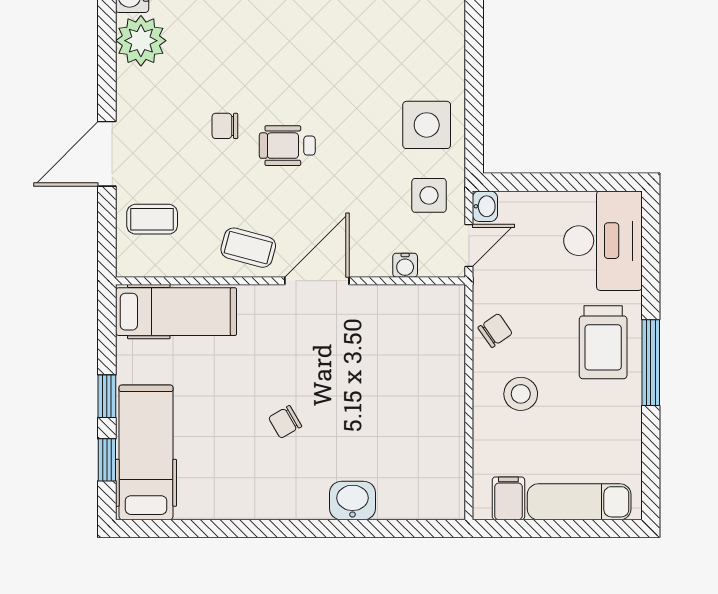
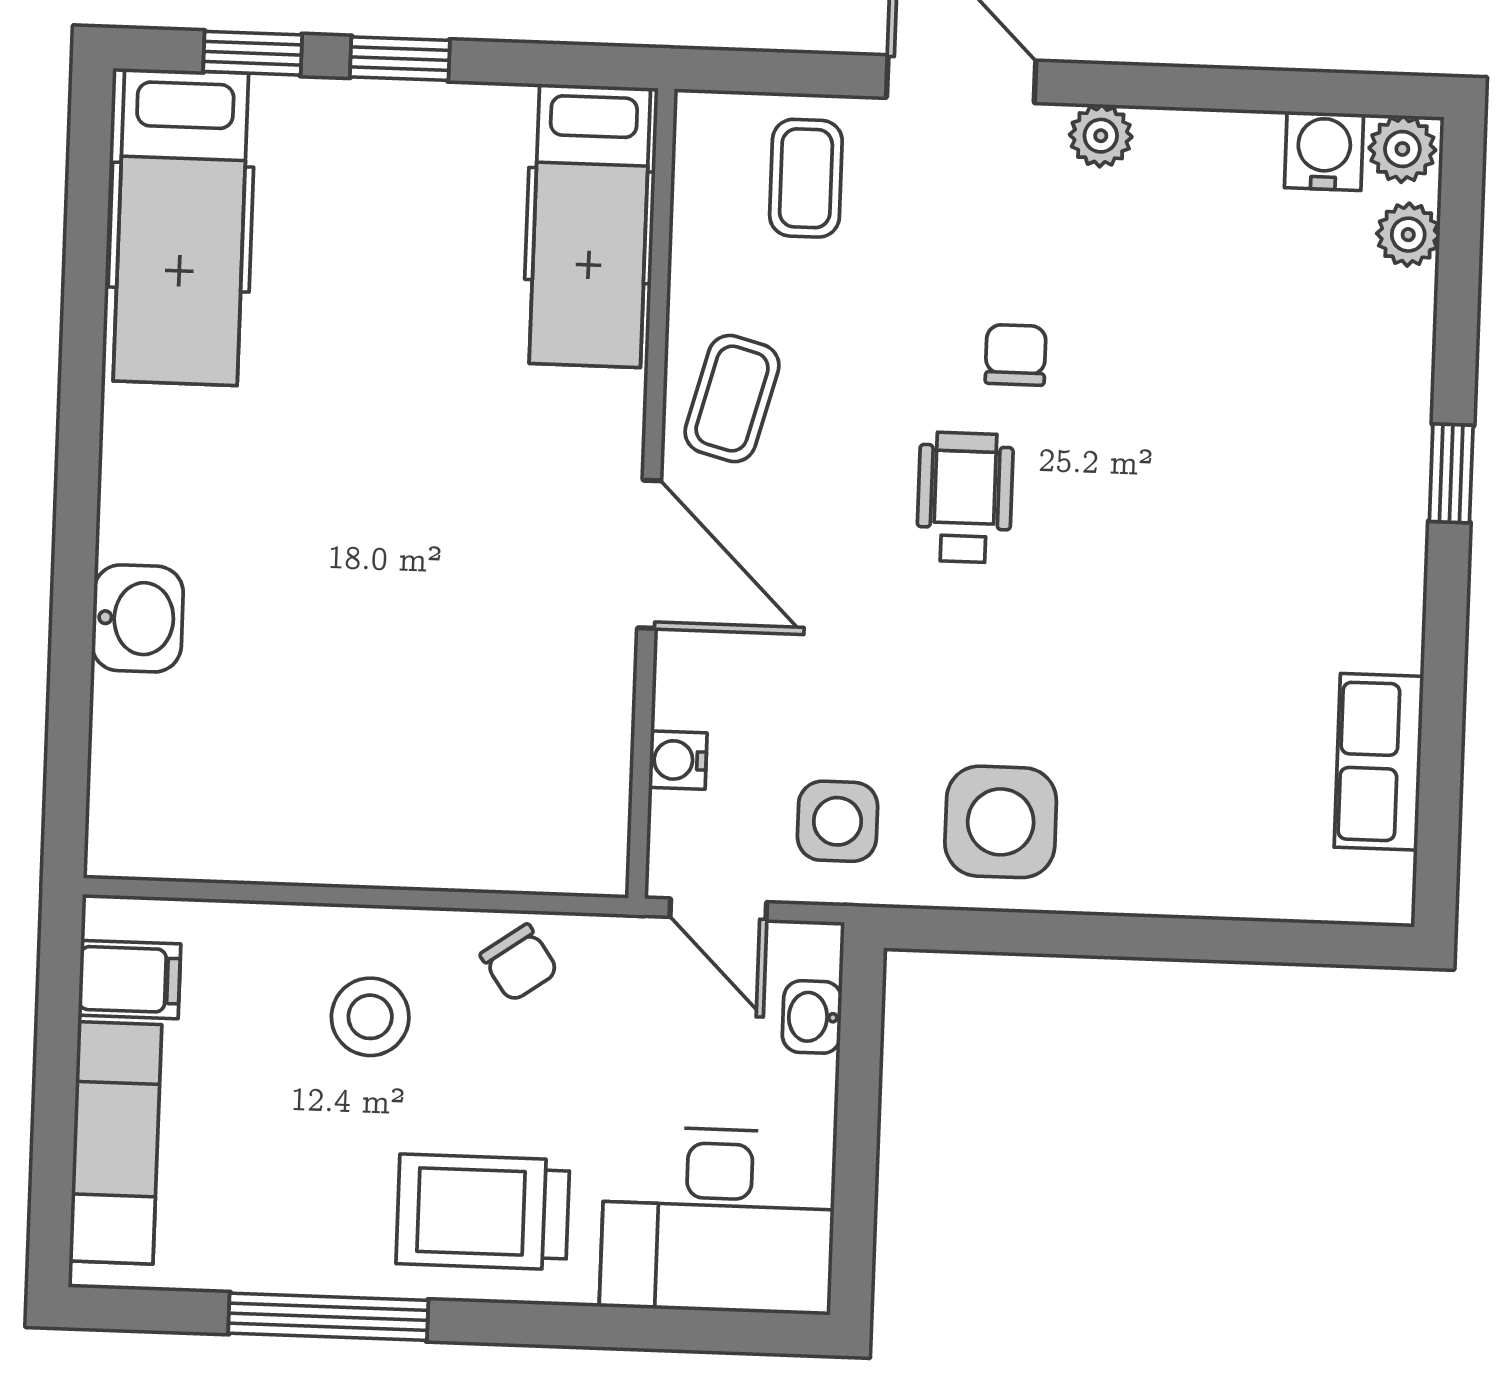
plant: (141, 41) -> (1101, 136), moved, width x0.53, depth x0.53
washbasin: (485, 206) -> (812, 1017), moved, turned 90
window: (651, 363) -> (328, 1317), moved
chair: (285, 422) -> (325, 469), removed
hospital bed: (146, 452) -> (181, 227), moved, turned 90

